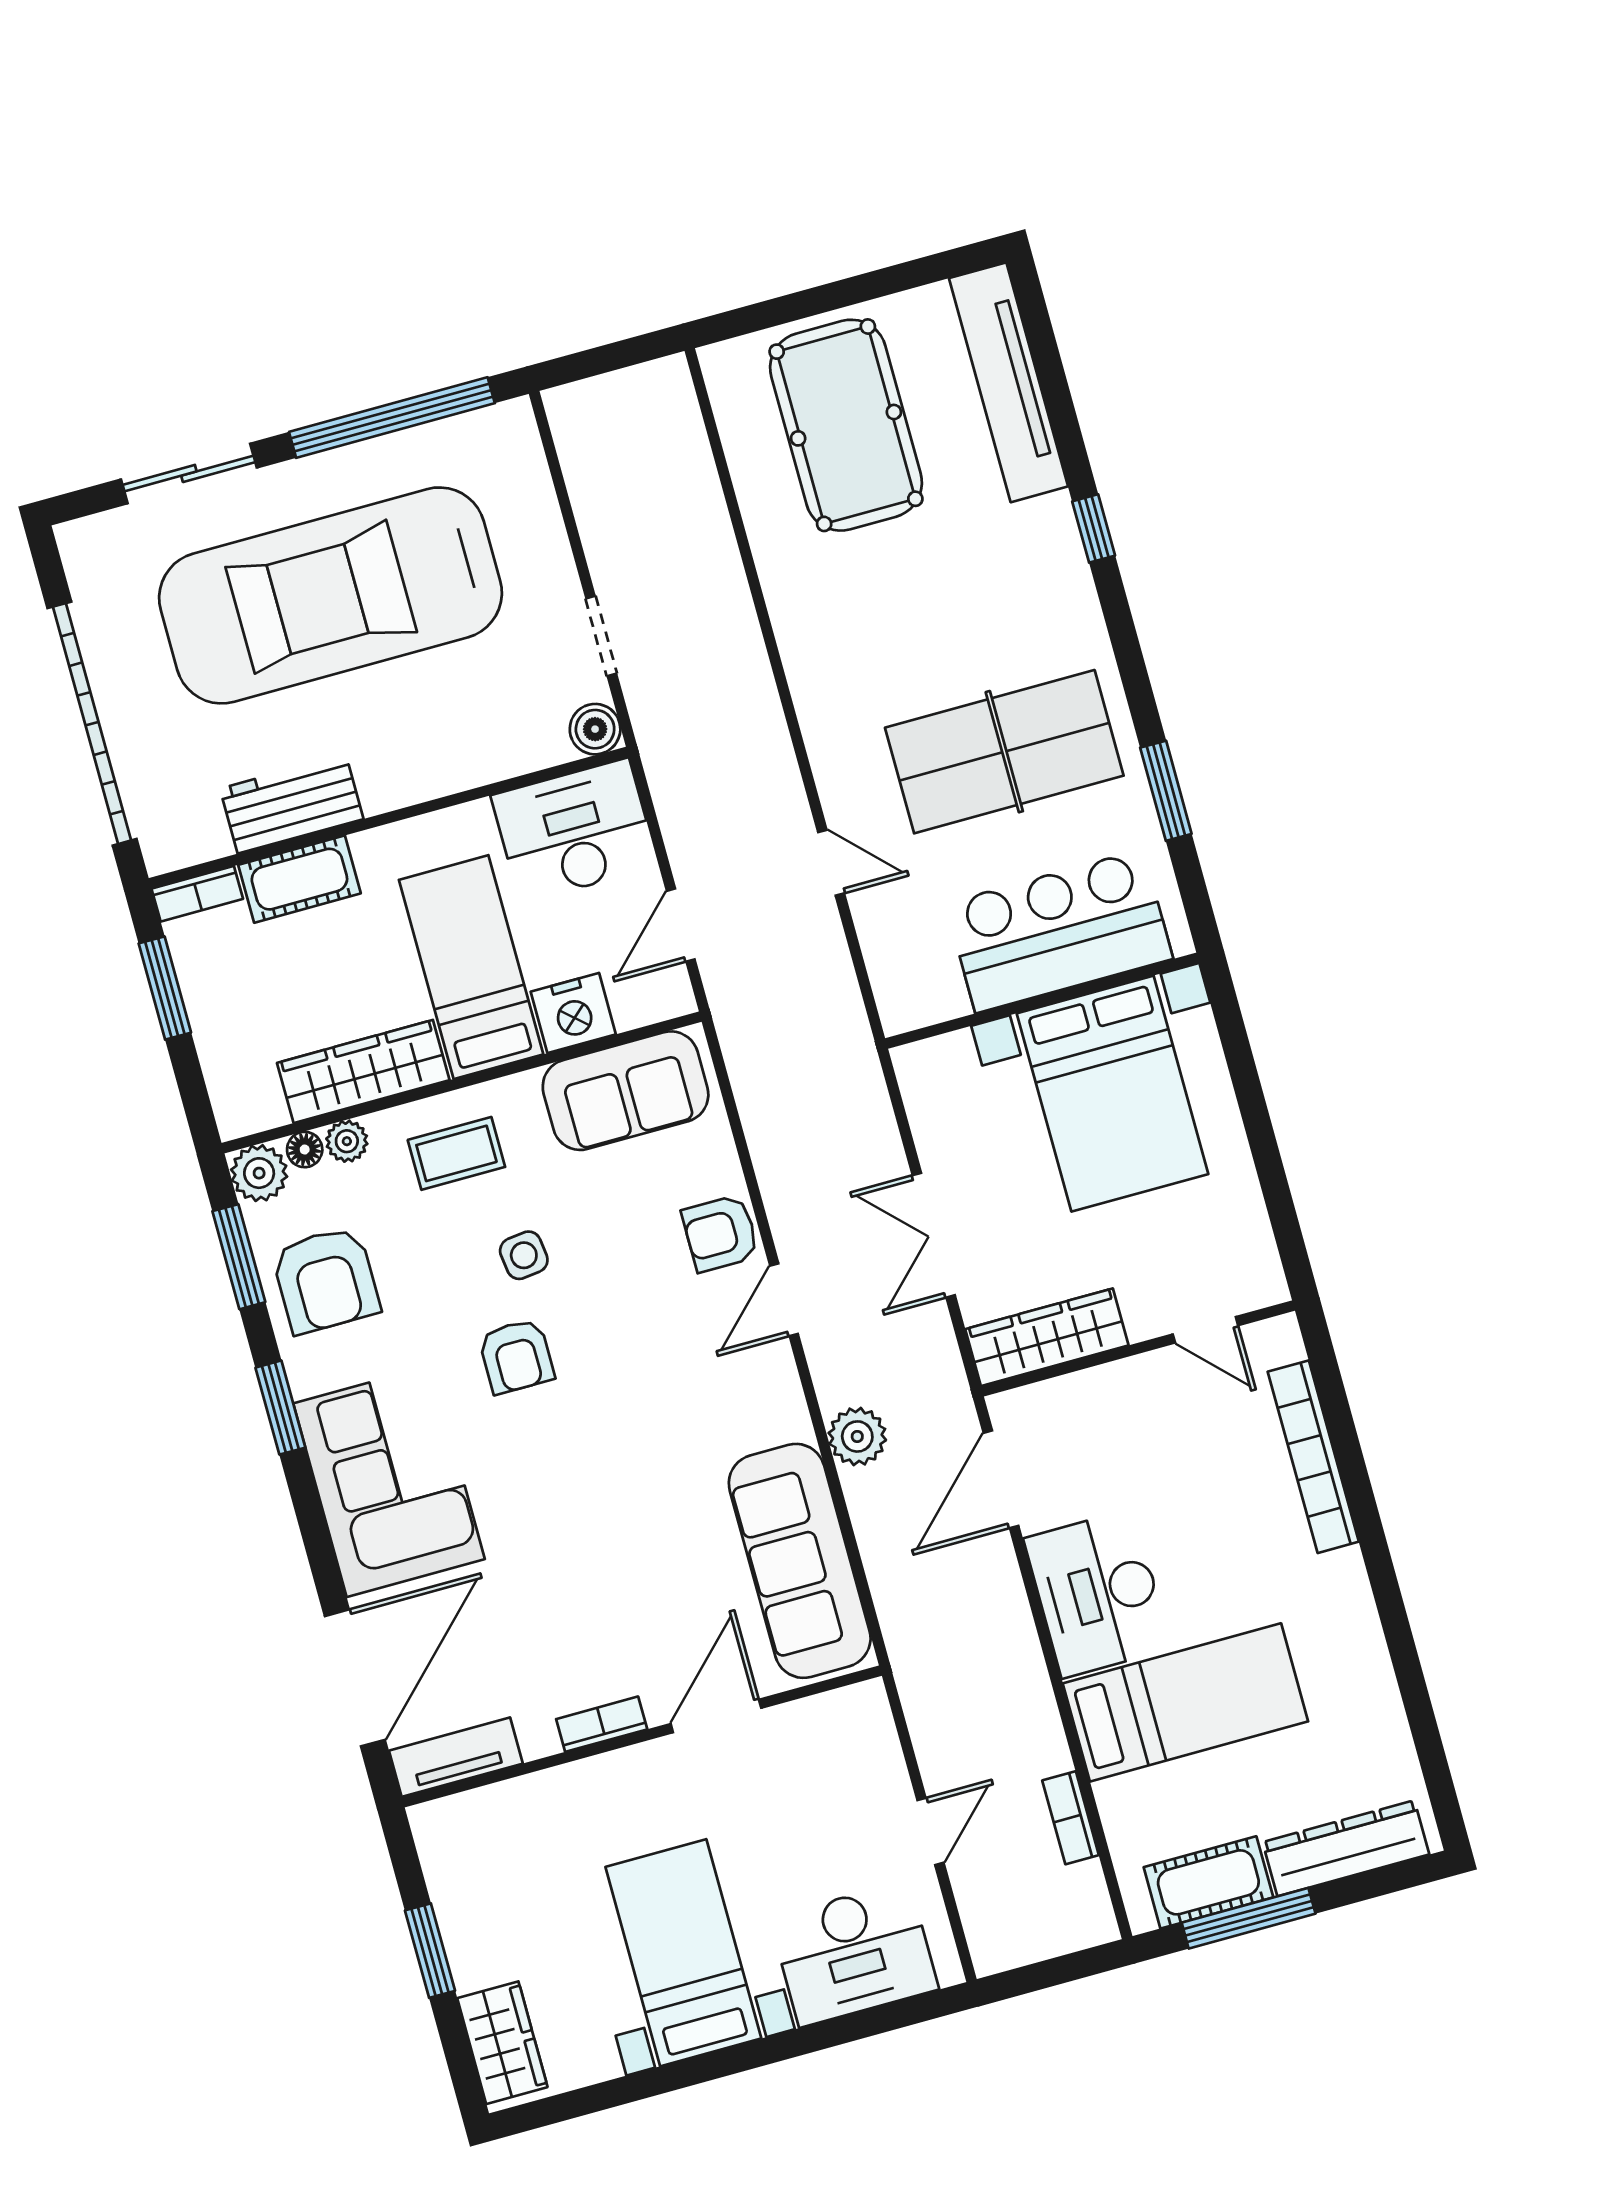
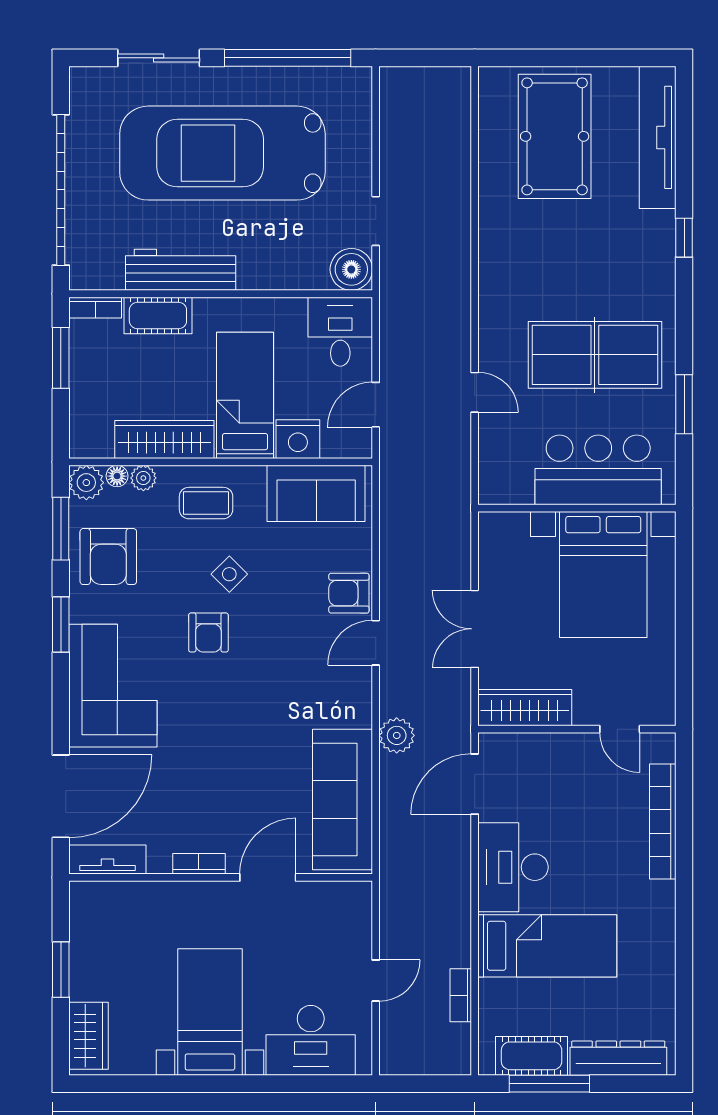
boiler: (595, 729) -> (351, 269), width x1.36, depth x1.36
workbench: (292, 804) -> (181, 270), width x1.38
desk: (575, 831) -> (340, 332), width x0.73
side table: (524, 1255) -> (229, 574), turned -38

